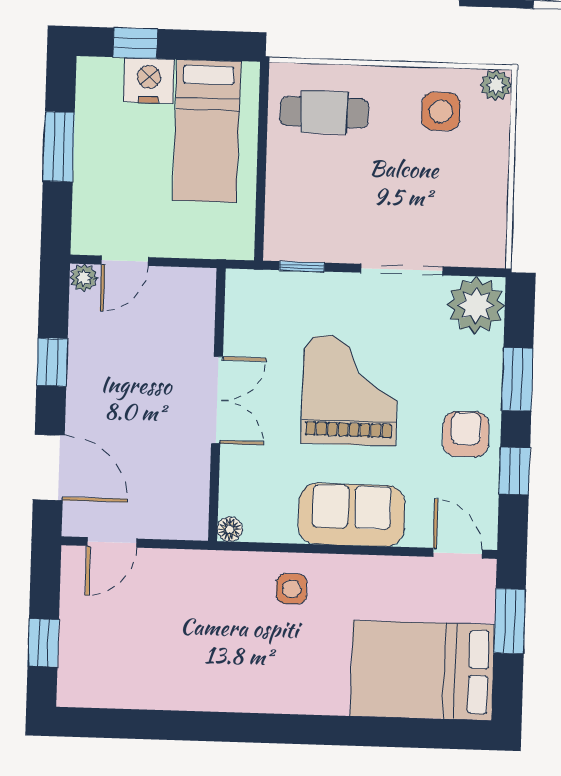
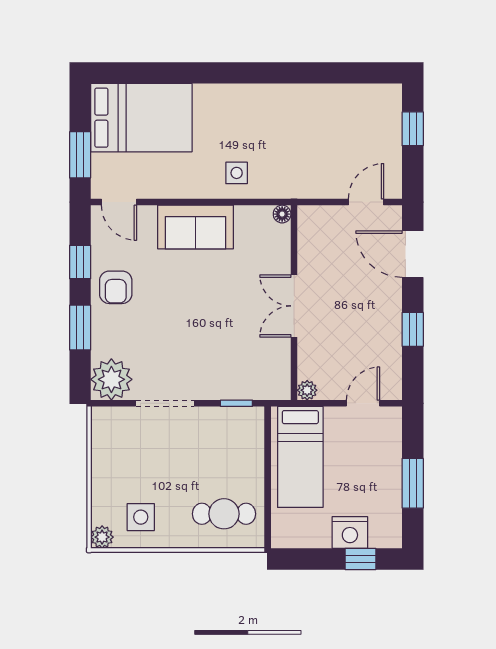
bed: (207, 131) -> (300, 457), moved, turned 180
plant: (84, 278) -> (307, 390), moved
grand piano: (350, 390) -> (199, 316), removed

